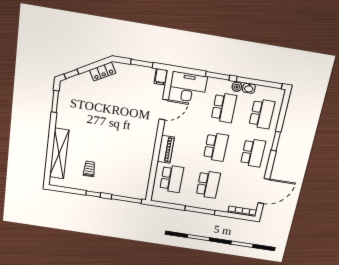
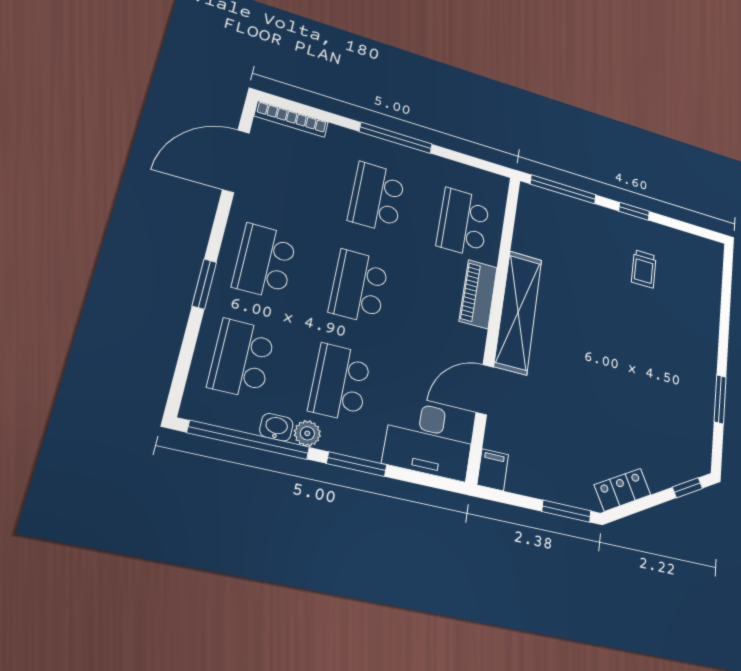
window: (142, 63) -> (566, 511), moved
window: (55, 101) -> (720, 399), moved
shelving: (59, 154) -> (518, 312), moved

